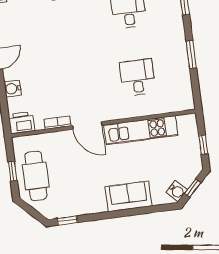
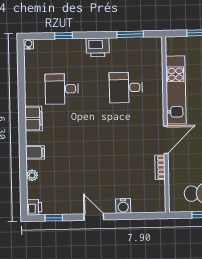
window: (191, 54) -> (130, 34), moved
printer: (21, 123) -> (98, 47), moved, turned -90

